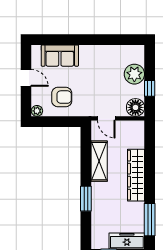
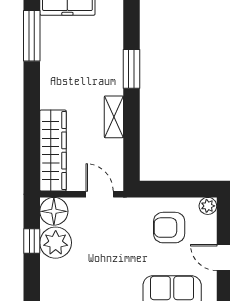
plant: (134, 74) -> (56, 243), moved
shelving: (99, 161) -> (114, 117), width x0.67, depth x0.75
wardrobe: (136, 175) -> (53, 151), moved

